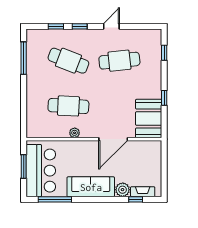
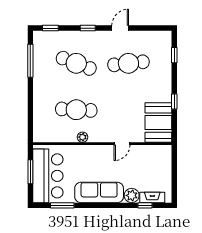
window: (56, 26) -> (50, 28), moved
door: (113, 139) -> (122, 144), width x0.53
window: (55, 199) -> (62, 205), width x0.69

